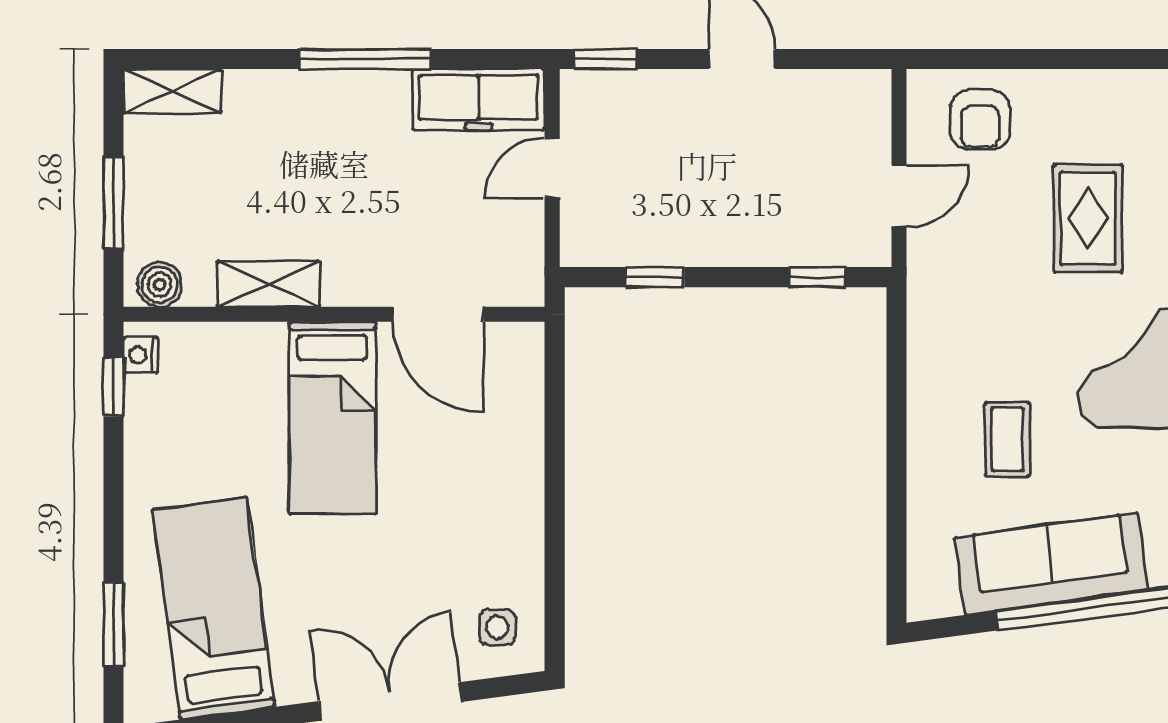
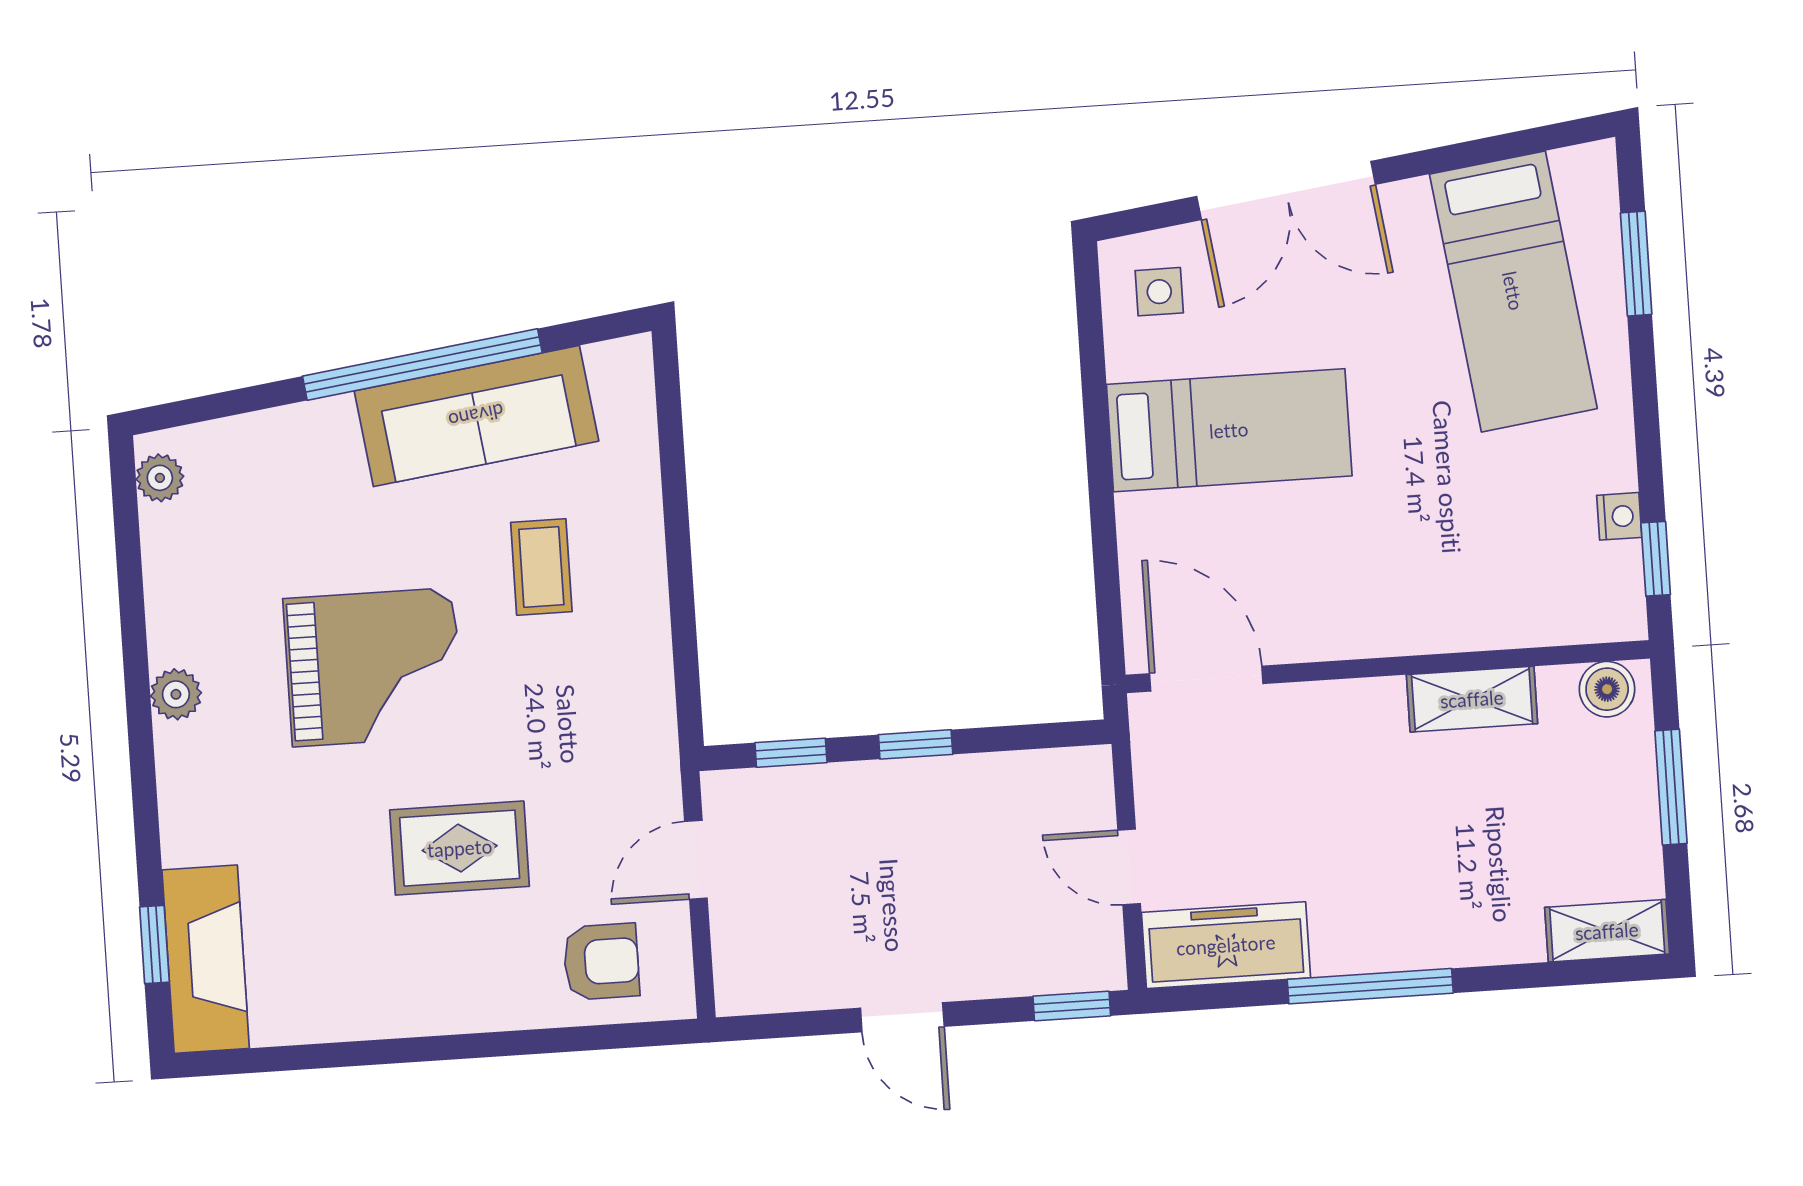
armchair: (980, 120) -> (601, 962), turned 90
door: (552, 168) -> (1129, 867), swing flipped
rug: (1088, 218) -> (460, 848), turned 90
window: (655, 277) -> (916, 744), moved
door: (438, 314) -> (1206, 679), moved
nightstand: (141, 355) -> (1619, 516), moved
bed: (332, 418) -> (1229, 430), moved, turned 90

